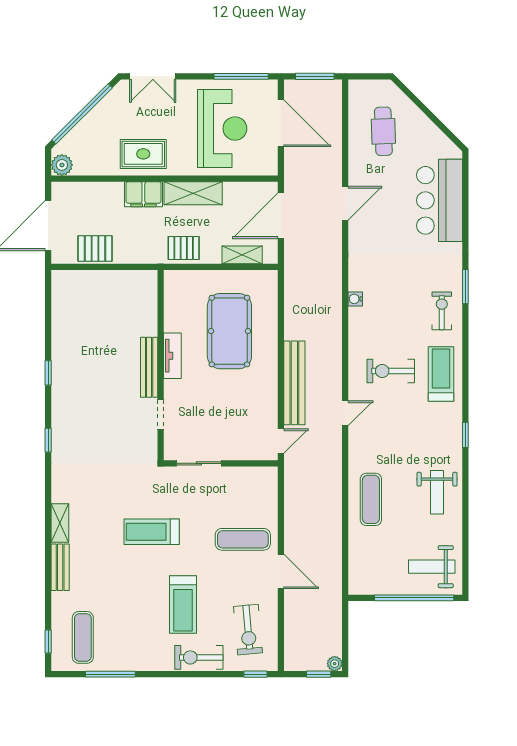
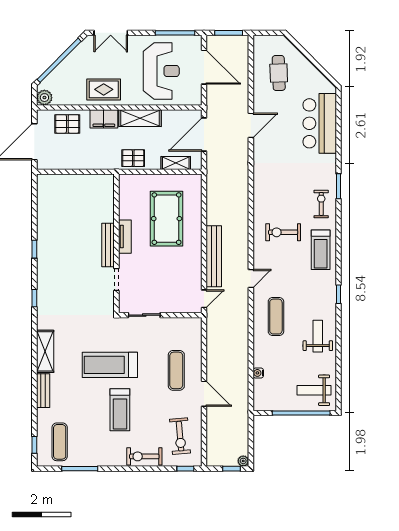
pallet: (95, 249) -> (67, 124), moved
water cooler: (355, 299) -> (258, 373), moved
exercise bike: (391, 371) -> (283, 232), moved
treadmill: (441, 374) -> (321, 250), turned 180
weight bench: (437, 492) -> (318, 336), turned 180
exercise mat: (371, 499) -> (276, 317), moved
shelving: (60, 523) -> (45, 351), width x1.50, depth x1.33
treadmill: (152, 532) -> (110, 365), width x1.37, depth x1.38
exercise mat: (243, 539) -> (176, 370), turned 90
treadmill: (183, 604) -> (120, 410), moved

